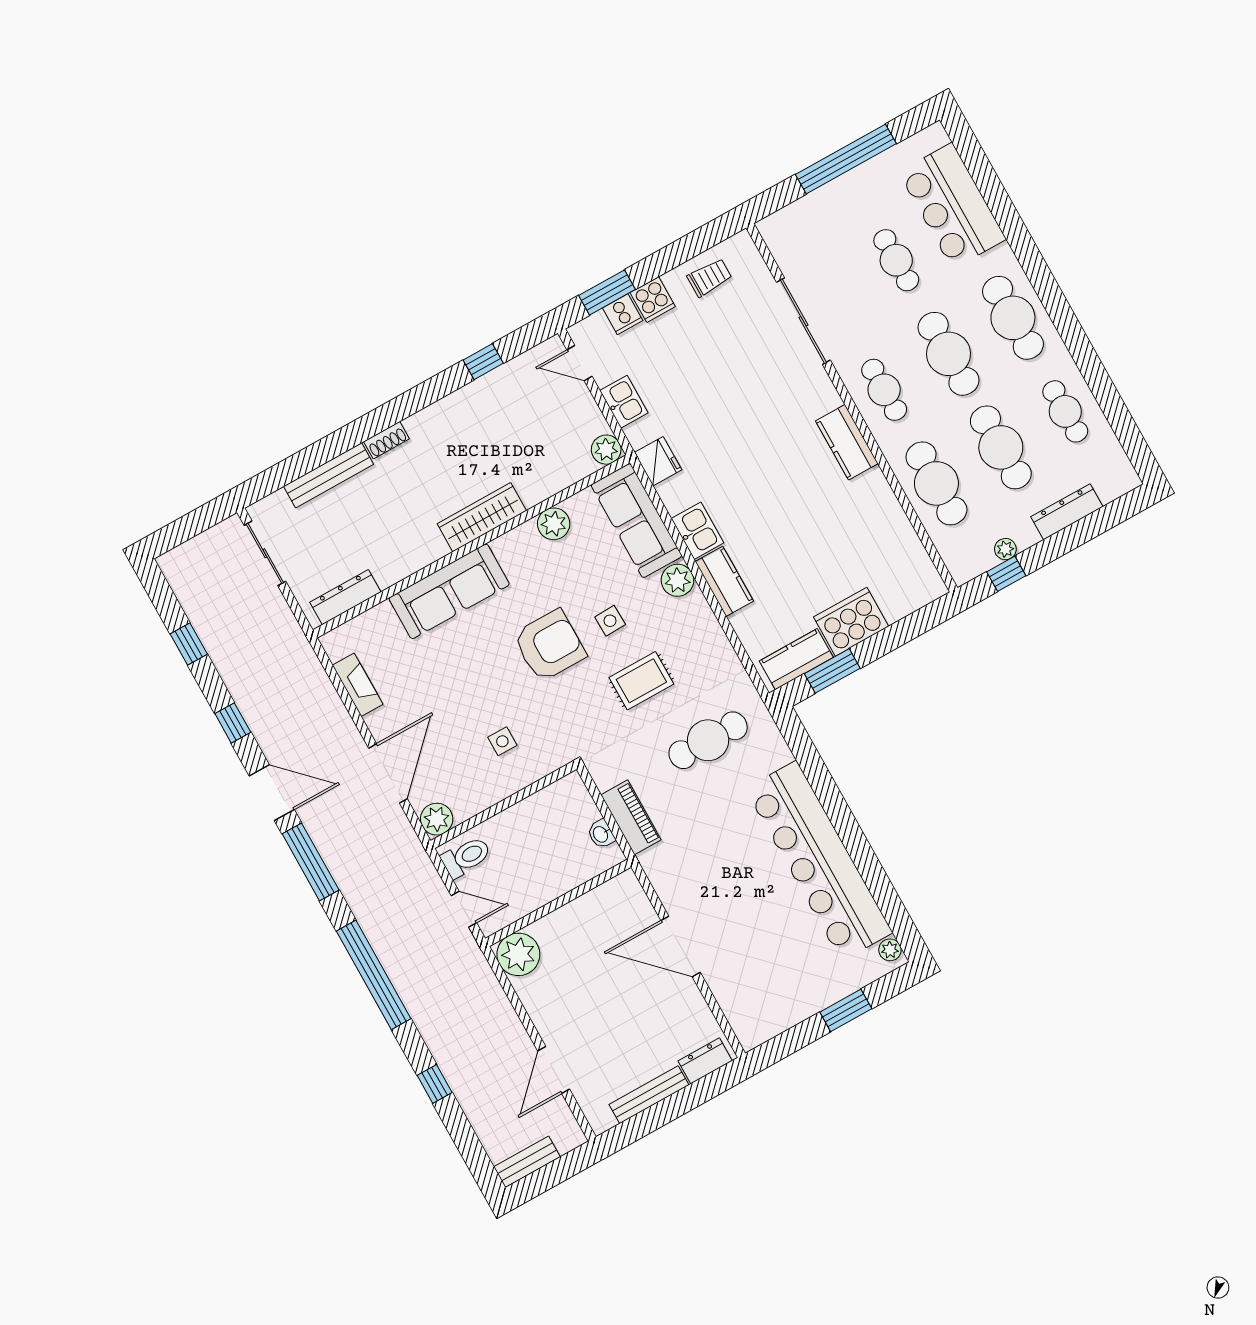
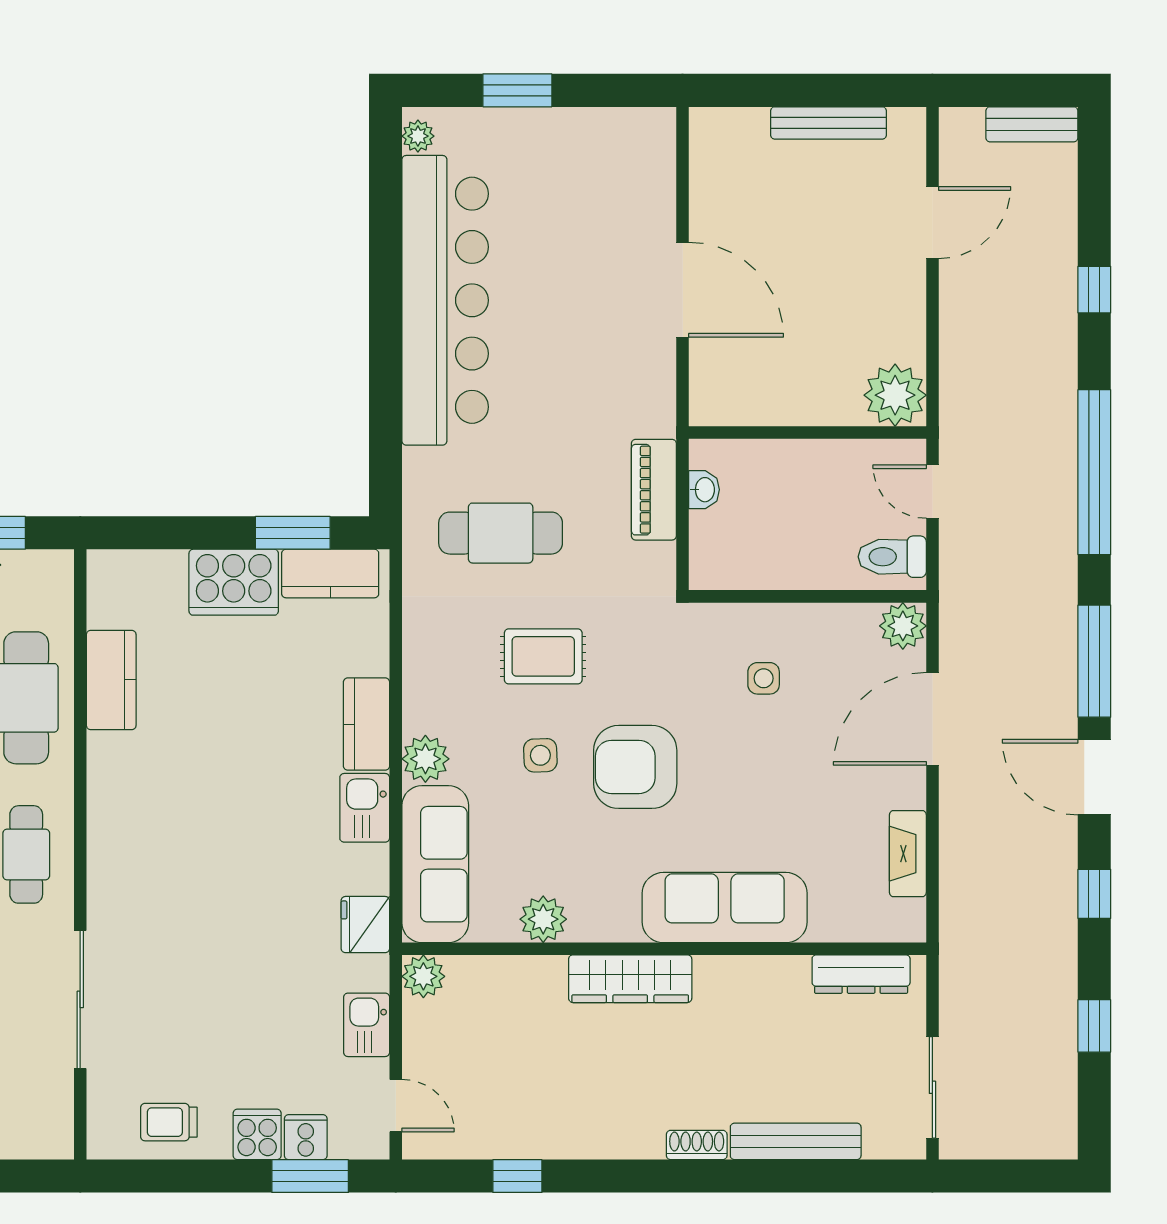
kitchen counter: (847, 442) -> (111, 680), moved
dresser: (705, 1061) -> (733, 126), removed

